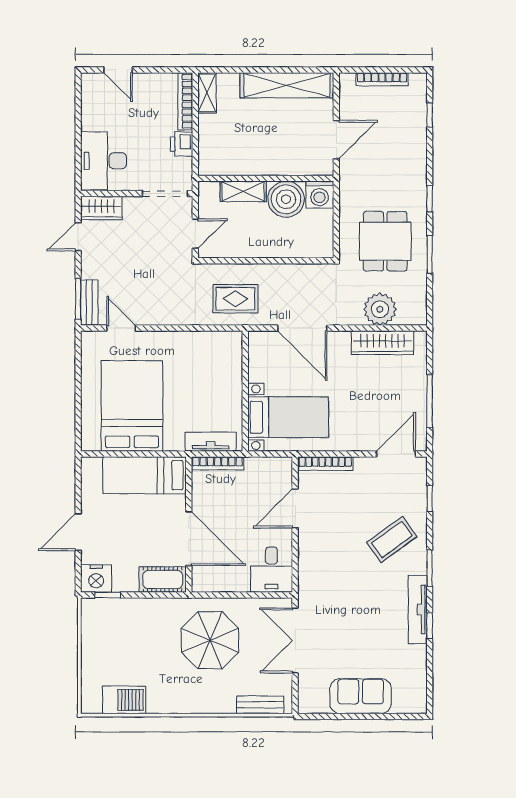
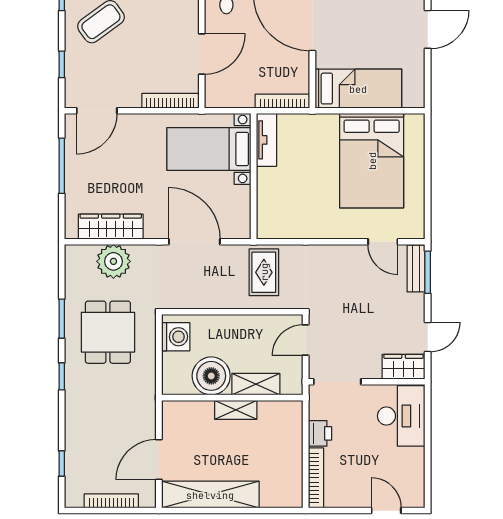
shelving: (207, 93) -> (236, 410), moved, turned 90
door: (336, 140) -> (159, 460), moved
washing machine: (320, 195) -> (176, 337), moved, turned 90
rug: (235, 299) -> (264, 272), turned 90
tv unit: (211, 442) -> (267, 140), moved, turned -90

